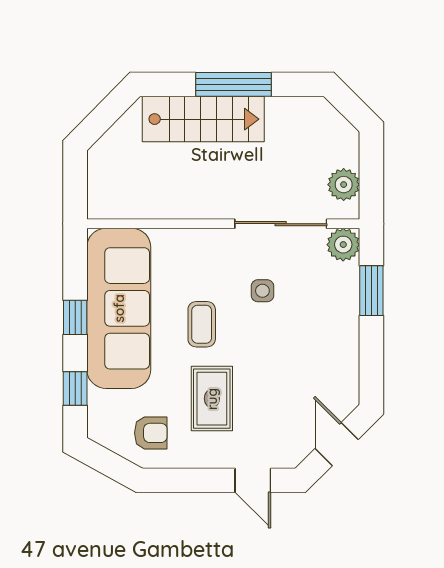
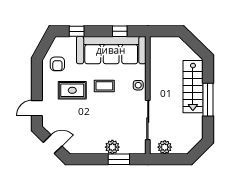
plant: (343, 245) -> (112, 147), moved
side table: (262, 291) -> (138, 85), moved
window: (75, 317) -> (120, 31), moved

